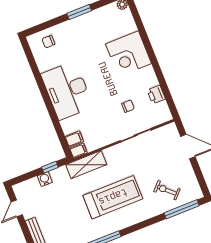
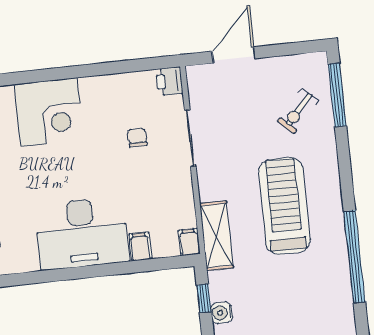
printer: (156, 95) -> (170, 81), moved, turned 90
filing cabinet: (74, 139) -> (140, 247), moved

